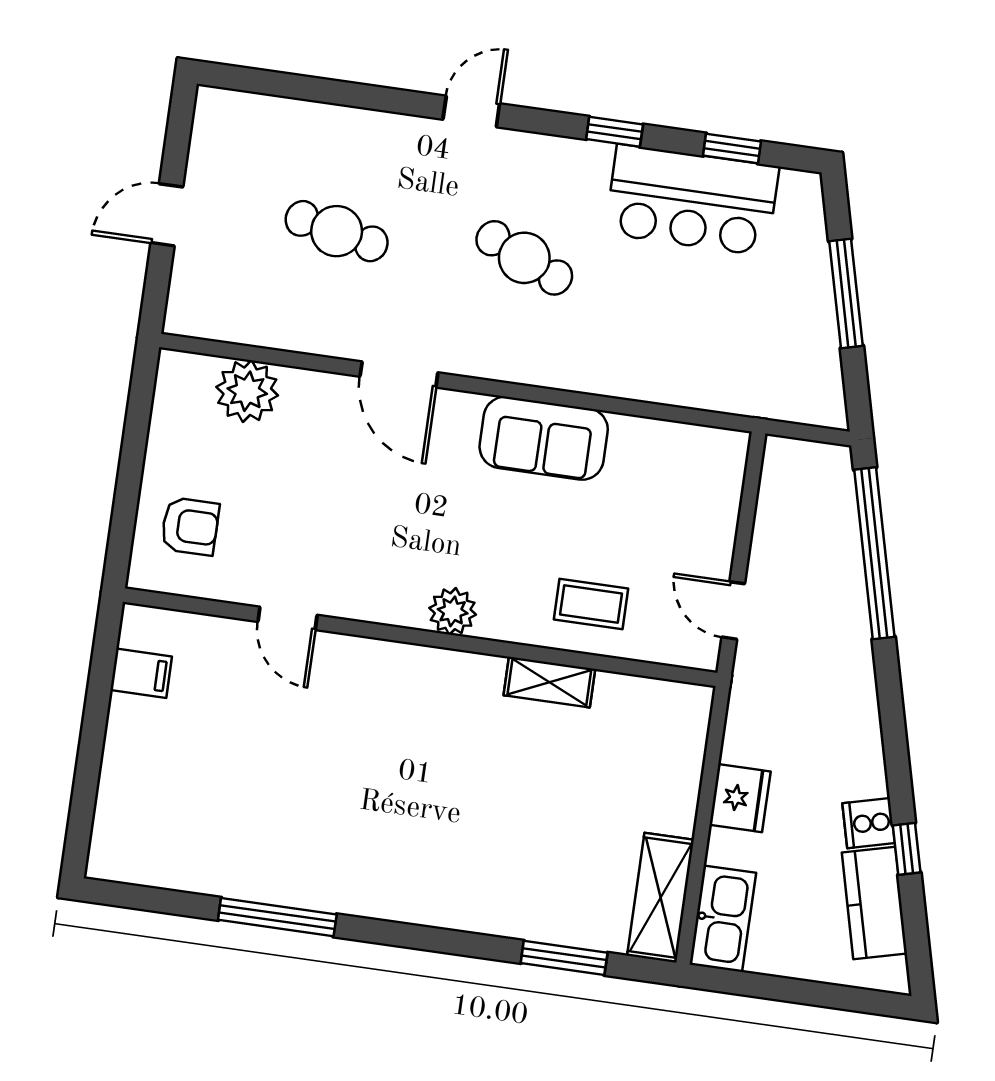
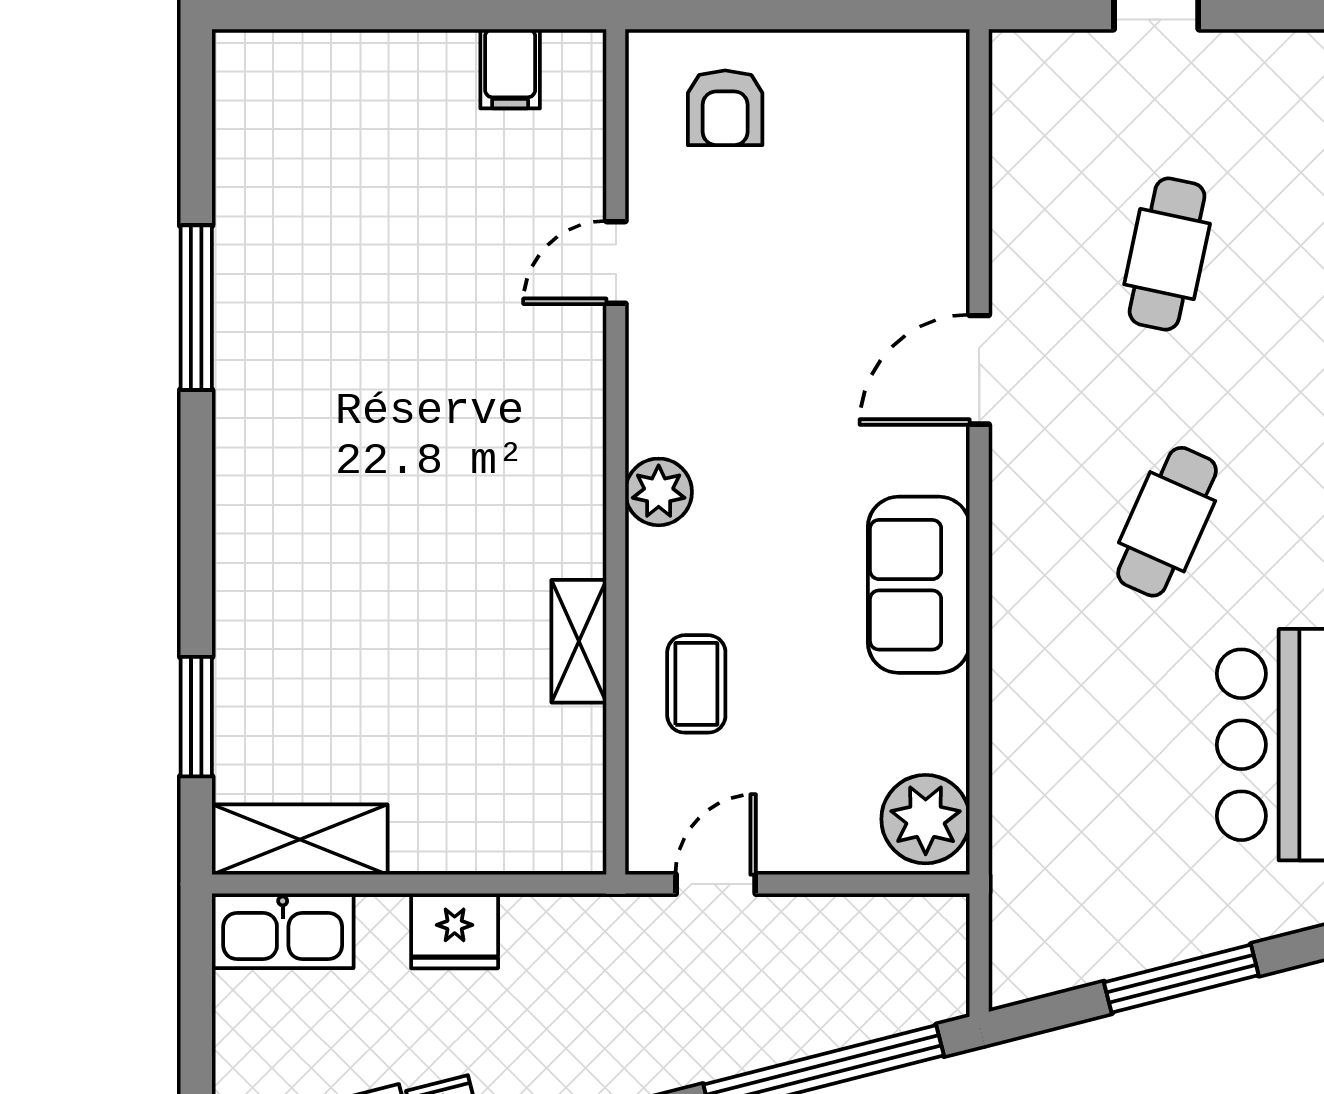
plant: (247, 391) -> (926, 819), moved

